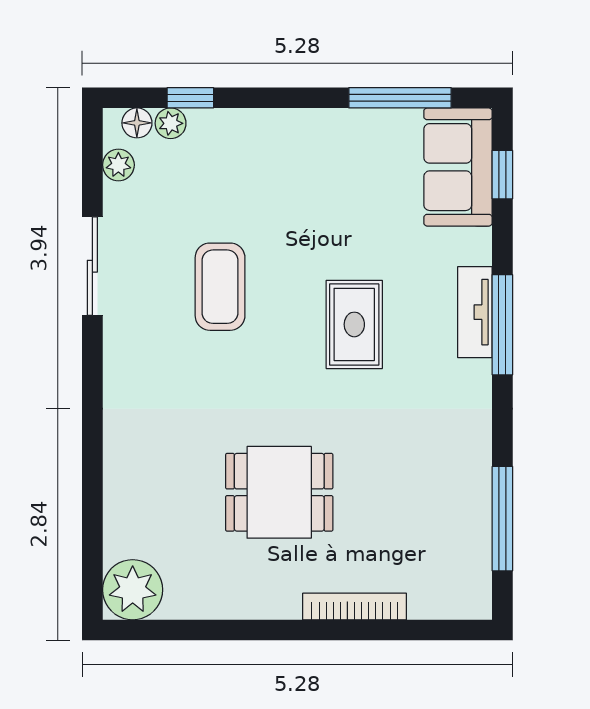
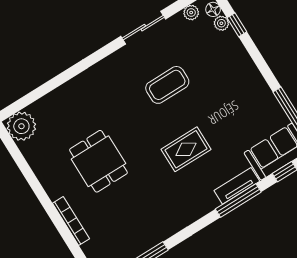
tv unit: (475, 312) -> (237, 186), moved
window: (502, 325) -> (238, 201), moved

